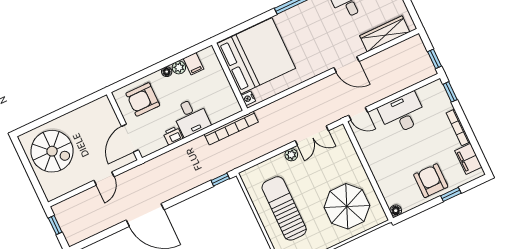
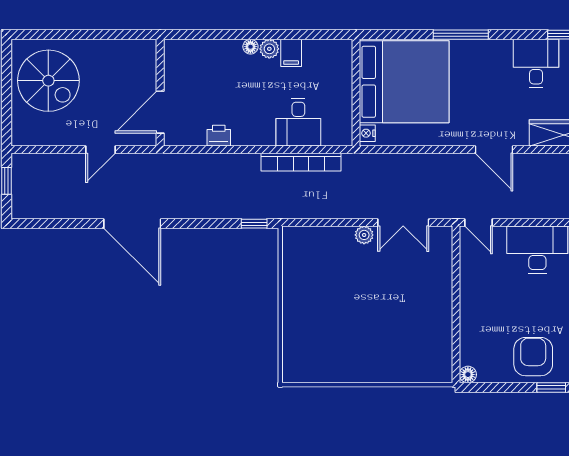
bed: (256, 56) -> (404, 82), moved
wall: (230, 77) -> (356, 93), moved
nightstand: (248, 98) -> (367, 133), moved
armchair: (143, 99) -> (201, 69), removed
desk: (191, 117) -> (298, 122), moved
parasol: (347, 206) -> (406, 338), removed
sun lounger: (284, 208) -> (321, 302), removed

